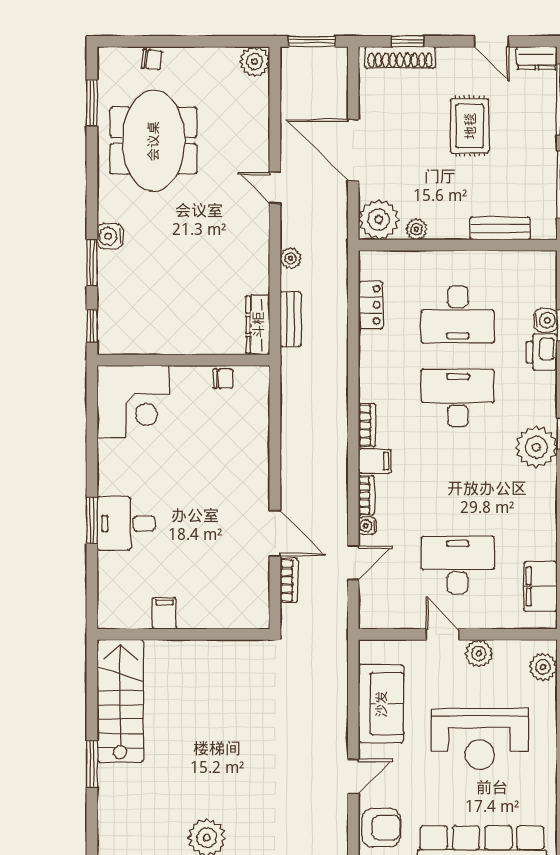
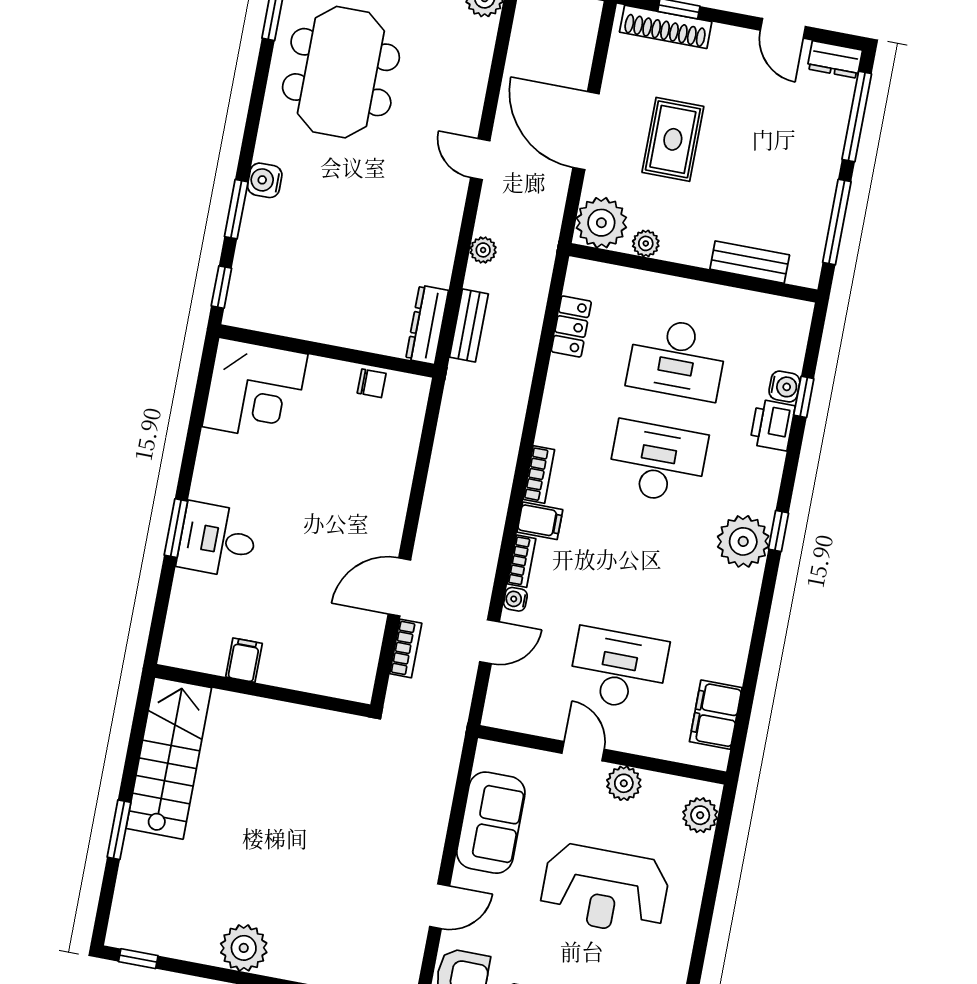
rug: (470, 126) -> (673, 139), moved
door: (275, 533) -> (399, 587), swing flipped

